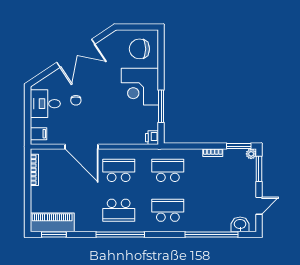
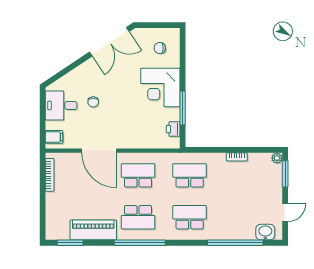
chair: (139, 49) -> (160, 48), width x0.54, depth x0.54
double door: (76, 53) -> (109, 42), moved
printer: (152, 138) -> (173, 129), moved
window: (239, 146) -> (264, 150), removed
piano: (52, 222) -> (93, 230), moved

